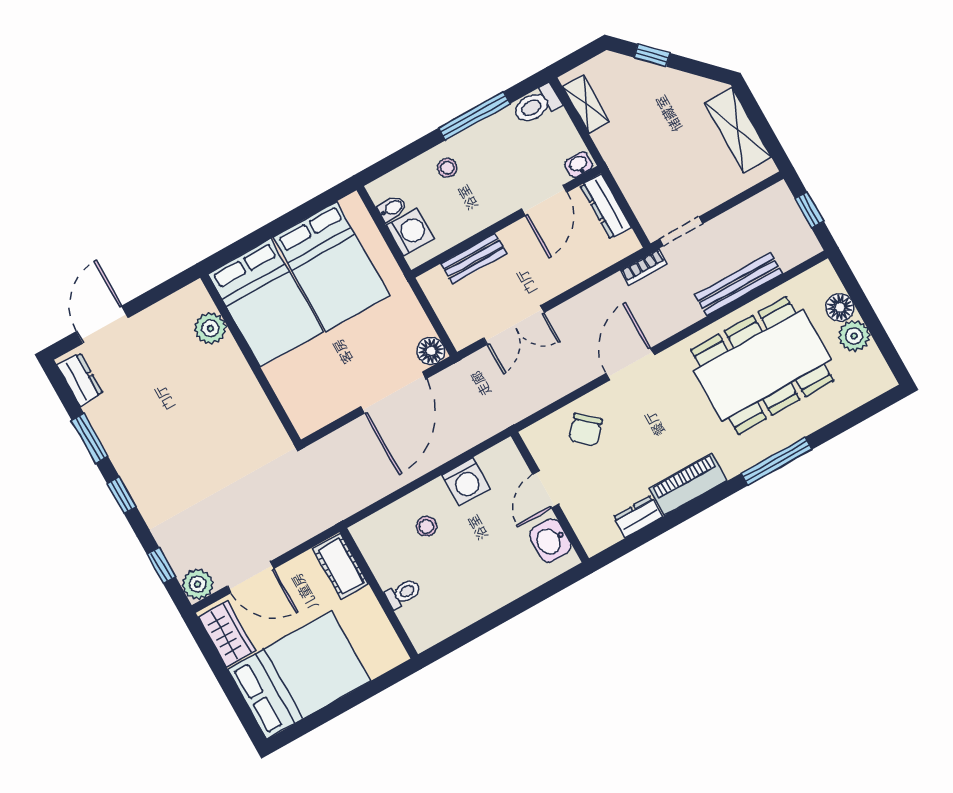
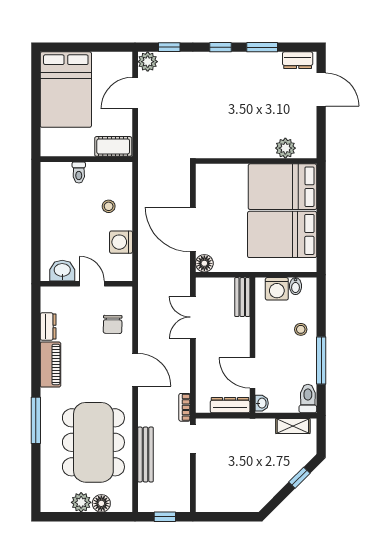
shelving: (738, 130) -> (231, 502), removed
bench: (474, 258) -> (242, 297), moved
chair: (585, 430) -> (113, 324), turned -131
wardrobe: (227, 634) -> (111, 62), removed

